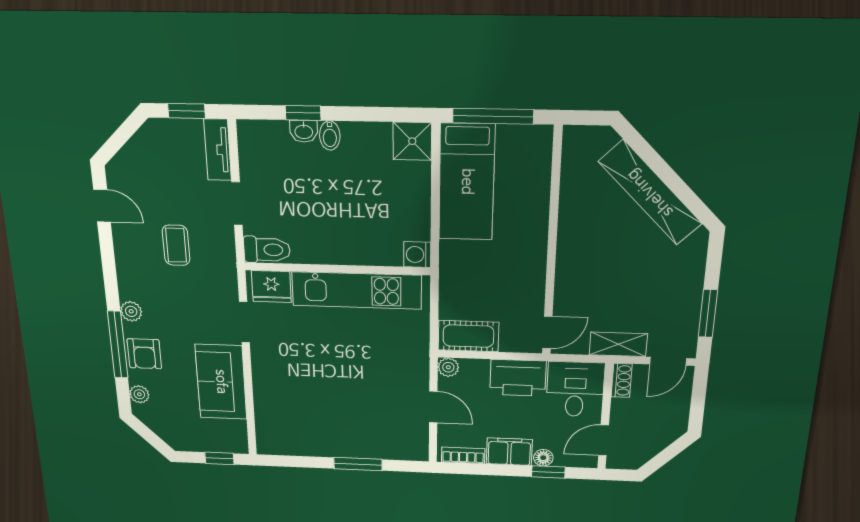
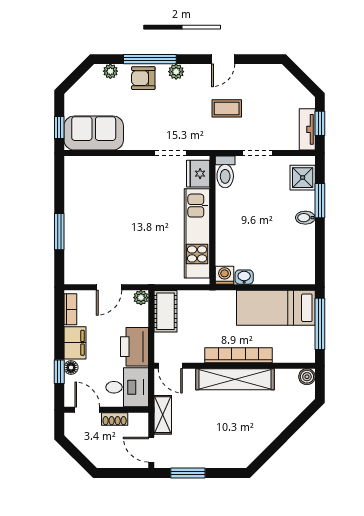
window: (303, 113) -> (320, 201), width x1.50
washbasin: (304, 131) -> (244, 277), moved, turned 90
boiler: (575, 138) -> (307, 377), added
shower: (412, 141) -> (303, 178), moved
tv unit: (218, 150) -> (307, 129), moved, turned -90
shelving: (650, 193) -> (235, 379), moved, turned 45
door: (102, 206) -> (223, 59), moved
bookcase: (537, 238) -> (239, 355), added
shoe rack: (622, 380) -> (115, 419), moved
sofa: (221, 382) -> (94, 133), moved

